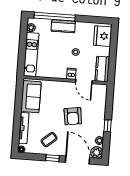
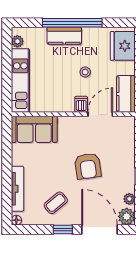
window: (55, 17) -> (72, 23), moved
door: (84, 82) -> (100, 114), swing flipped
sofa: (31, 97) -> (34, 129), moved, turned 90

